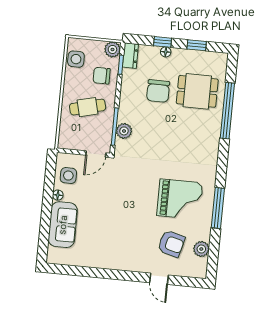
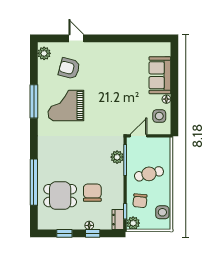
chair: (102, 76) -> (140, 201), turned 95
plant: (201, 249) -> (44, 53), moved

